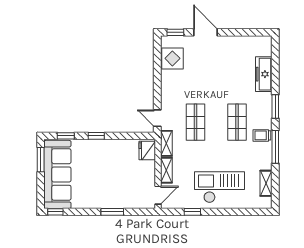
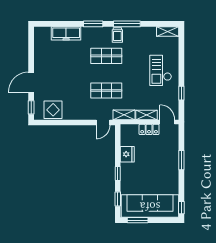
fridge: (147, 150) -> (127, 154), moved, turned -90
locker: (149, 173) -> (149, 129), added
shelving: (266, 183) -> (168, 32), moved
checkout: (219, 187) -> (161, 70), width x0.73, depth x0.83

